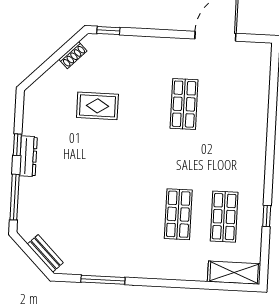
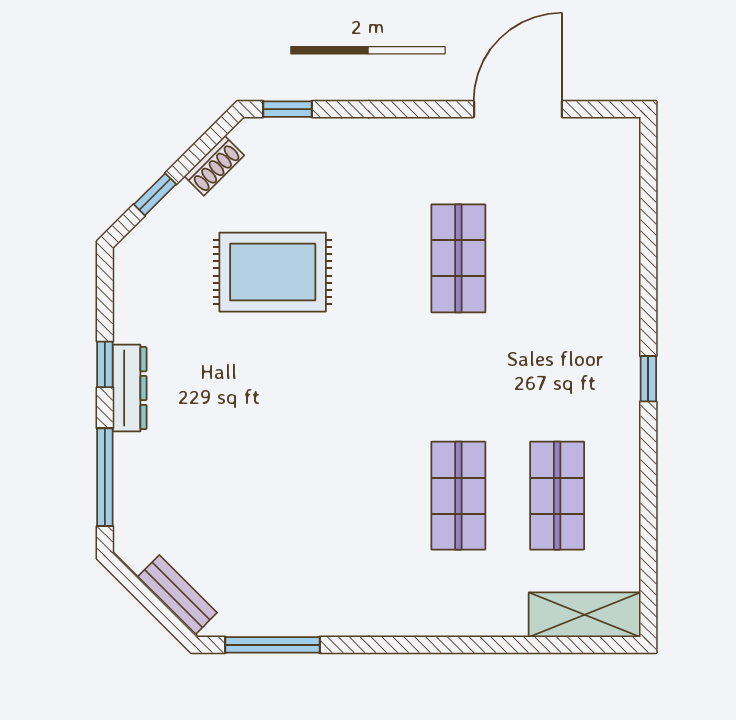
window: (45, 67) -> (155, 194), added
rug: (97, 106) -> (273, 272), width x1.36, depth x1.43
window: (267, 216) -> (648, 379), moved
window: (103, 280) -> (272, 645), moved

